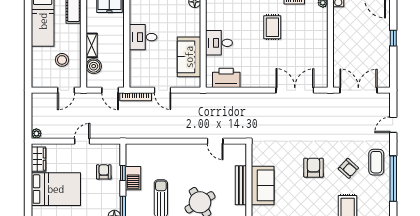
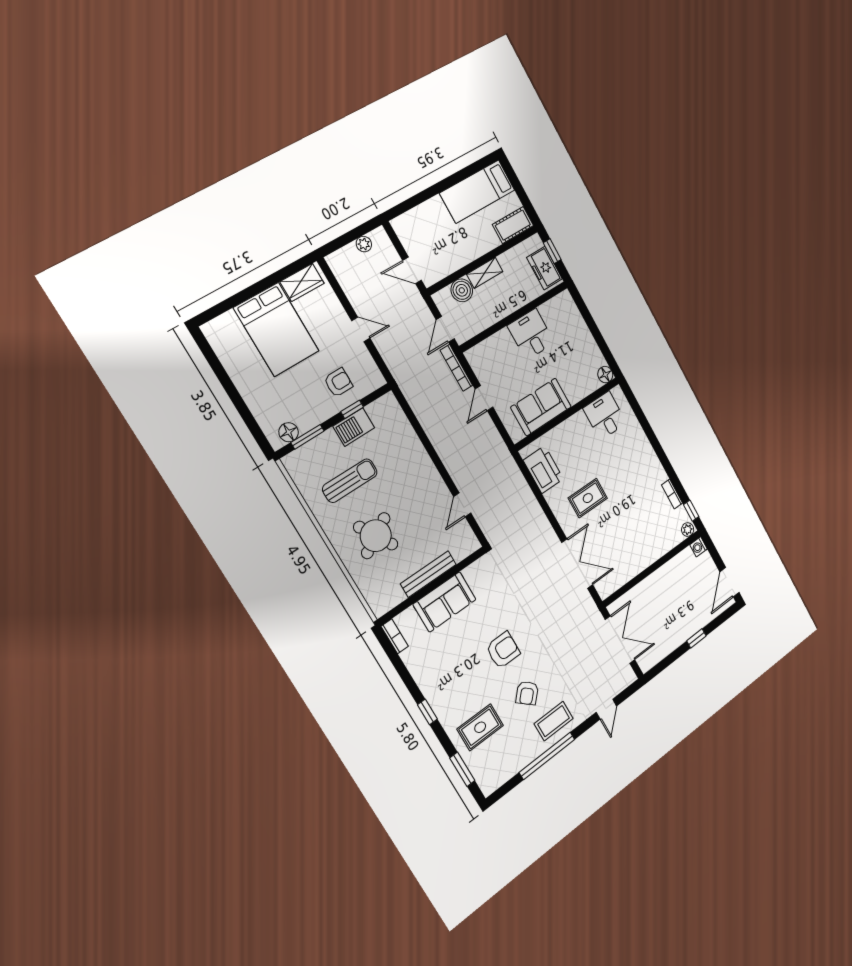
rug: (272, 27) -> (588, 498), moved
desk: (219, 43) -> (605, 416), moved
stool: (62, 60) -> (446, 244), removed
door: (393, 125) -> (606, 709), swing flipped
plant: (36, 133) -> (364, 244), moved

